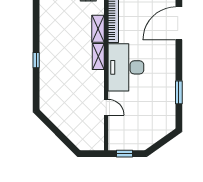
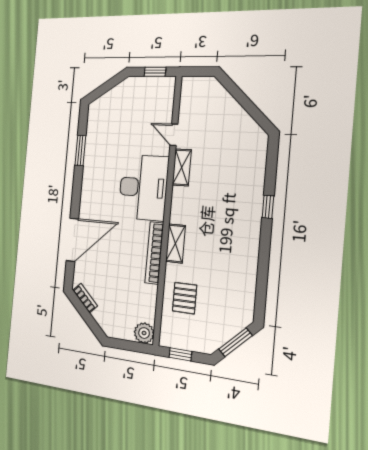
shelving: (98, 57) -> (182, 167), moved

